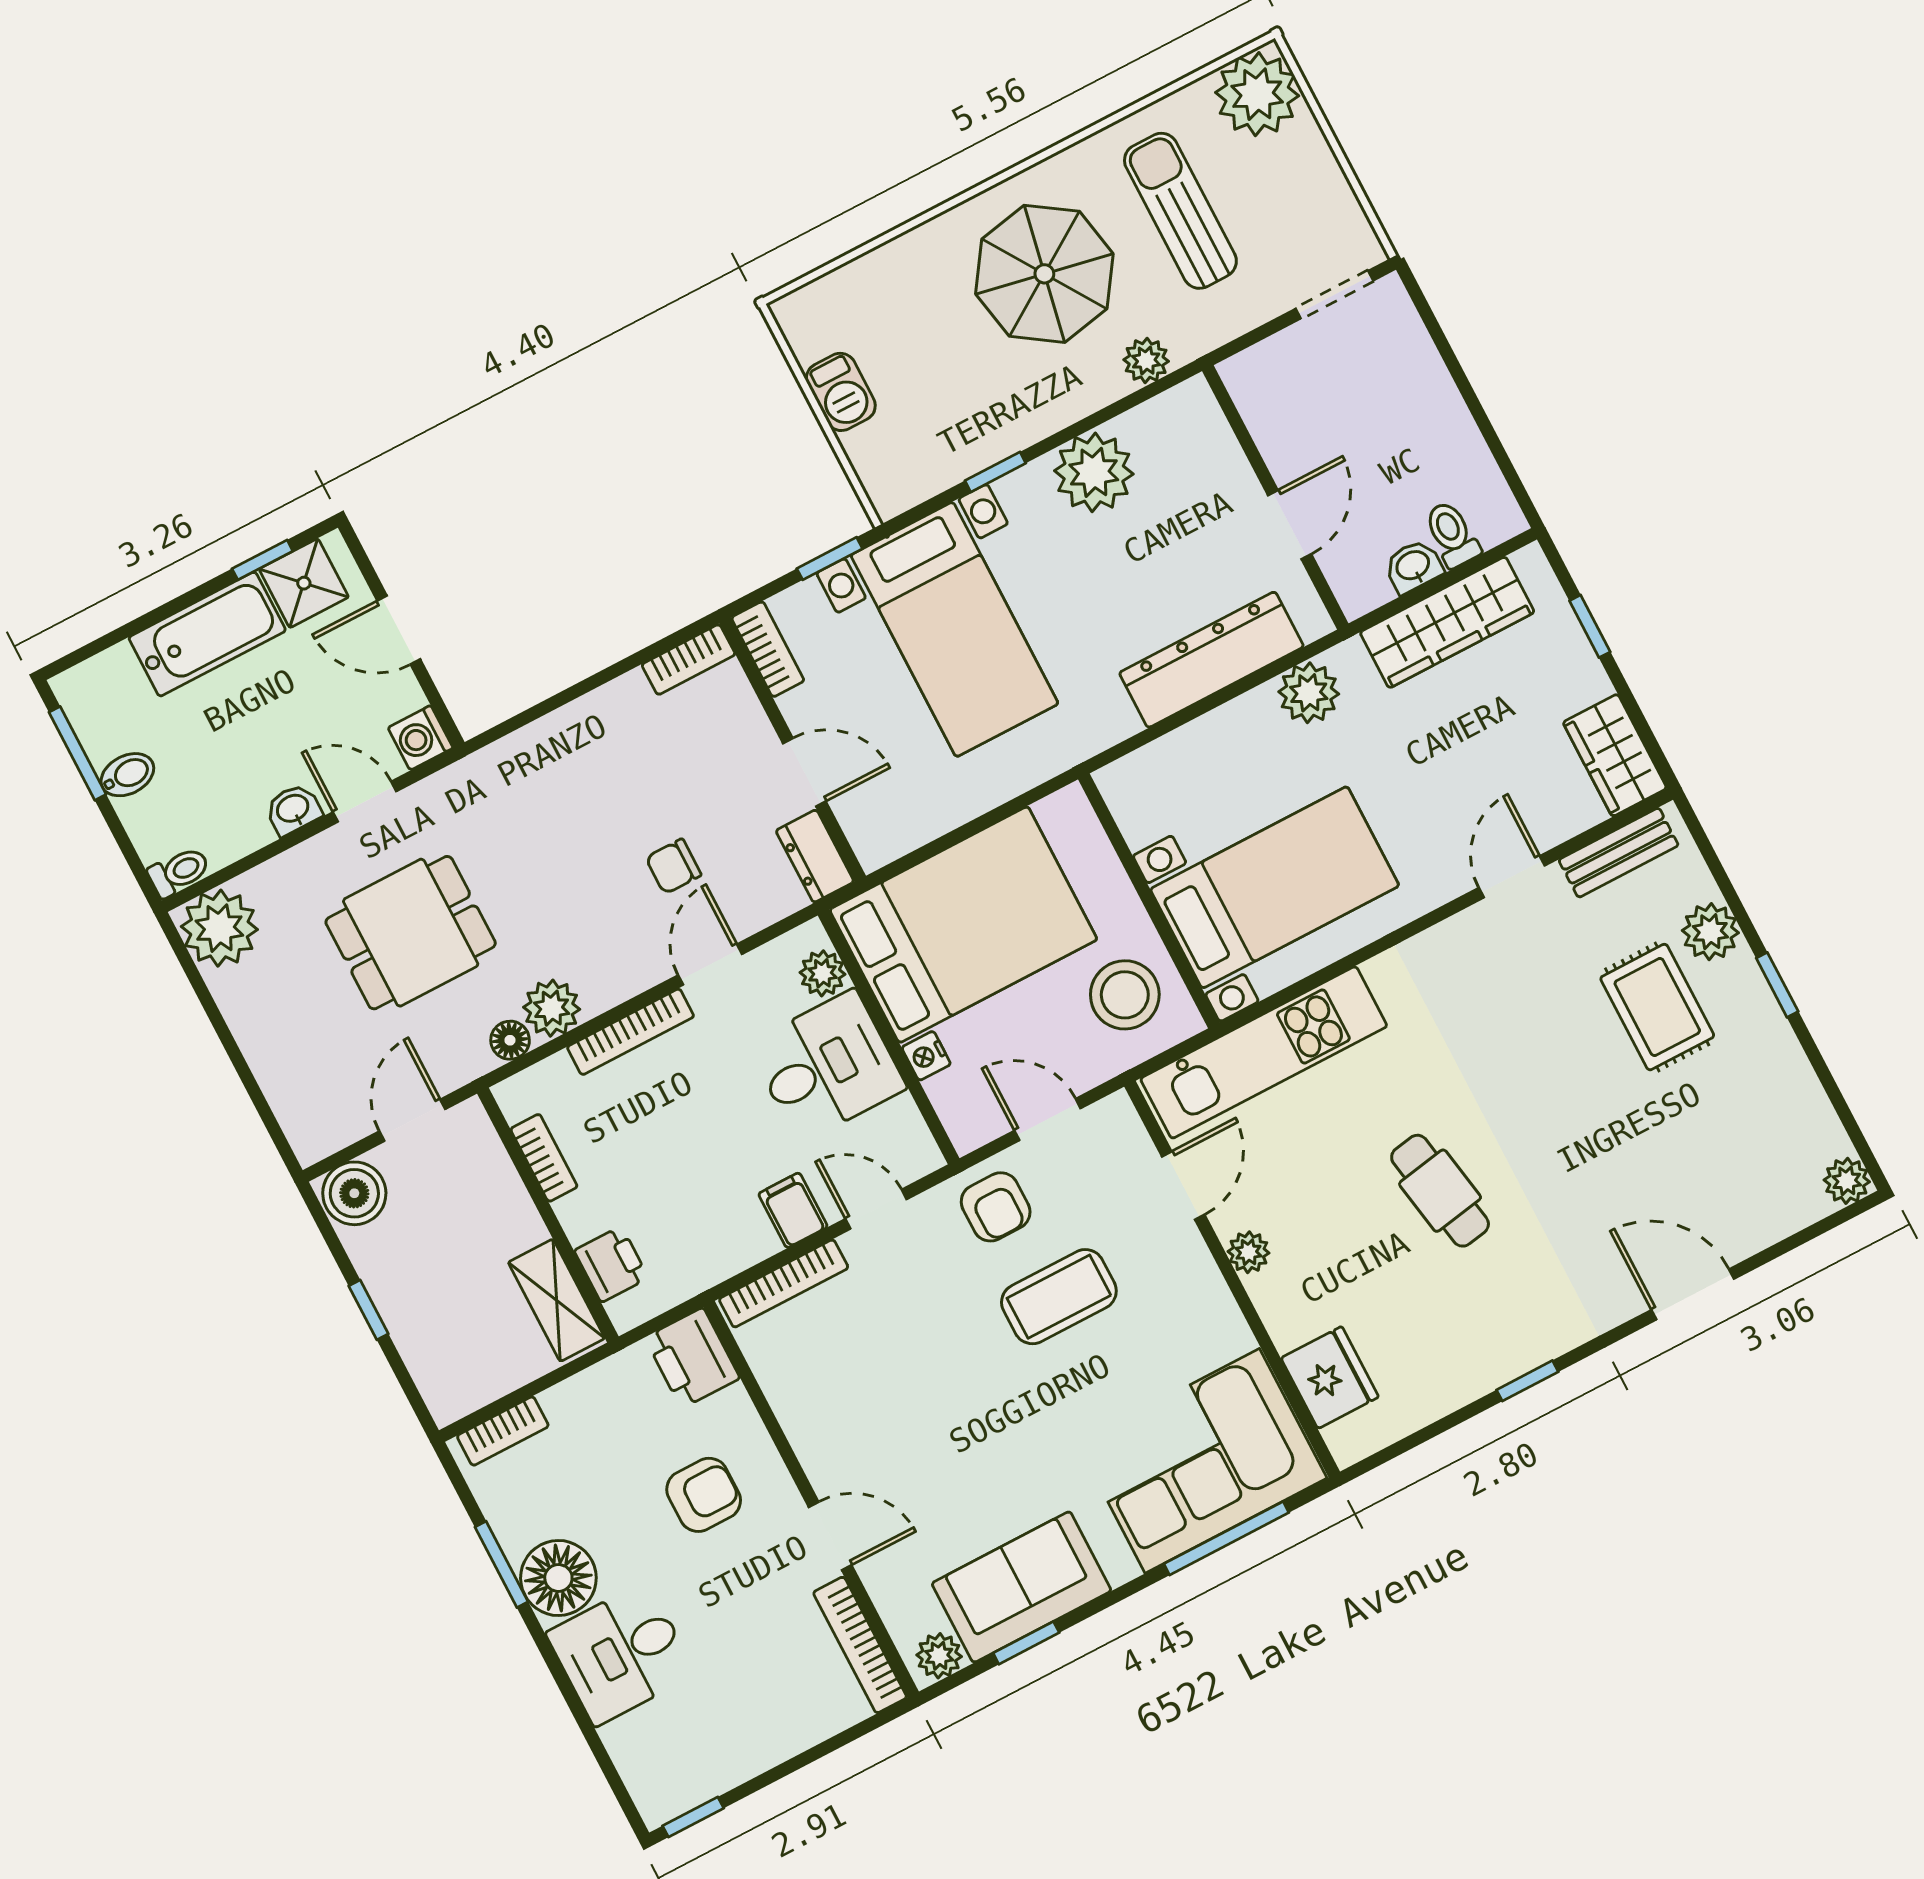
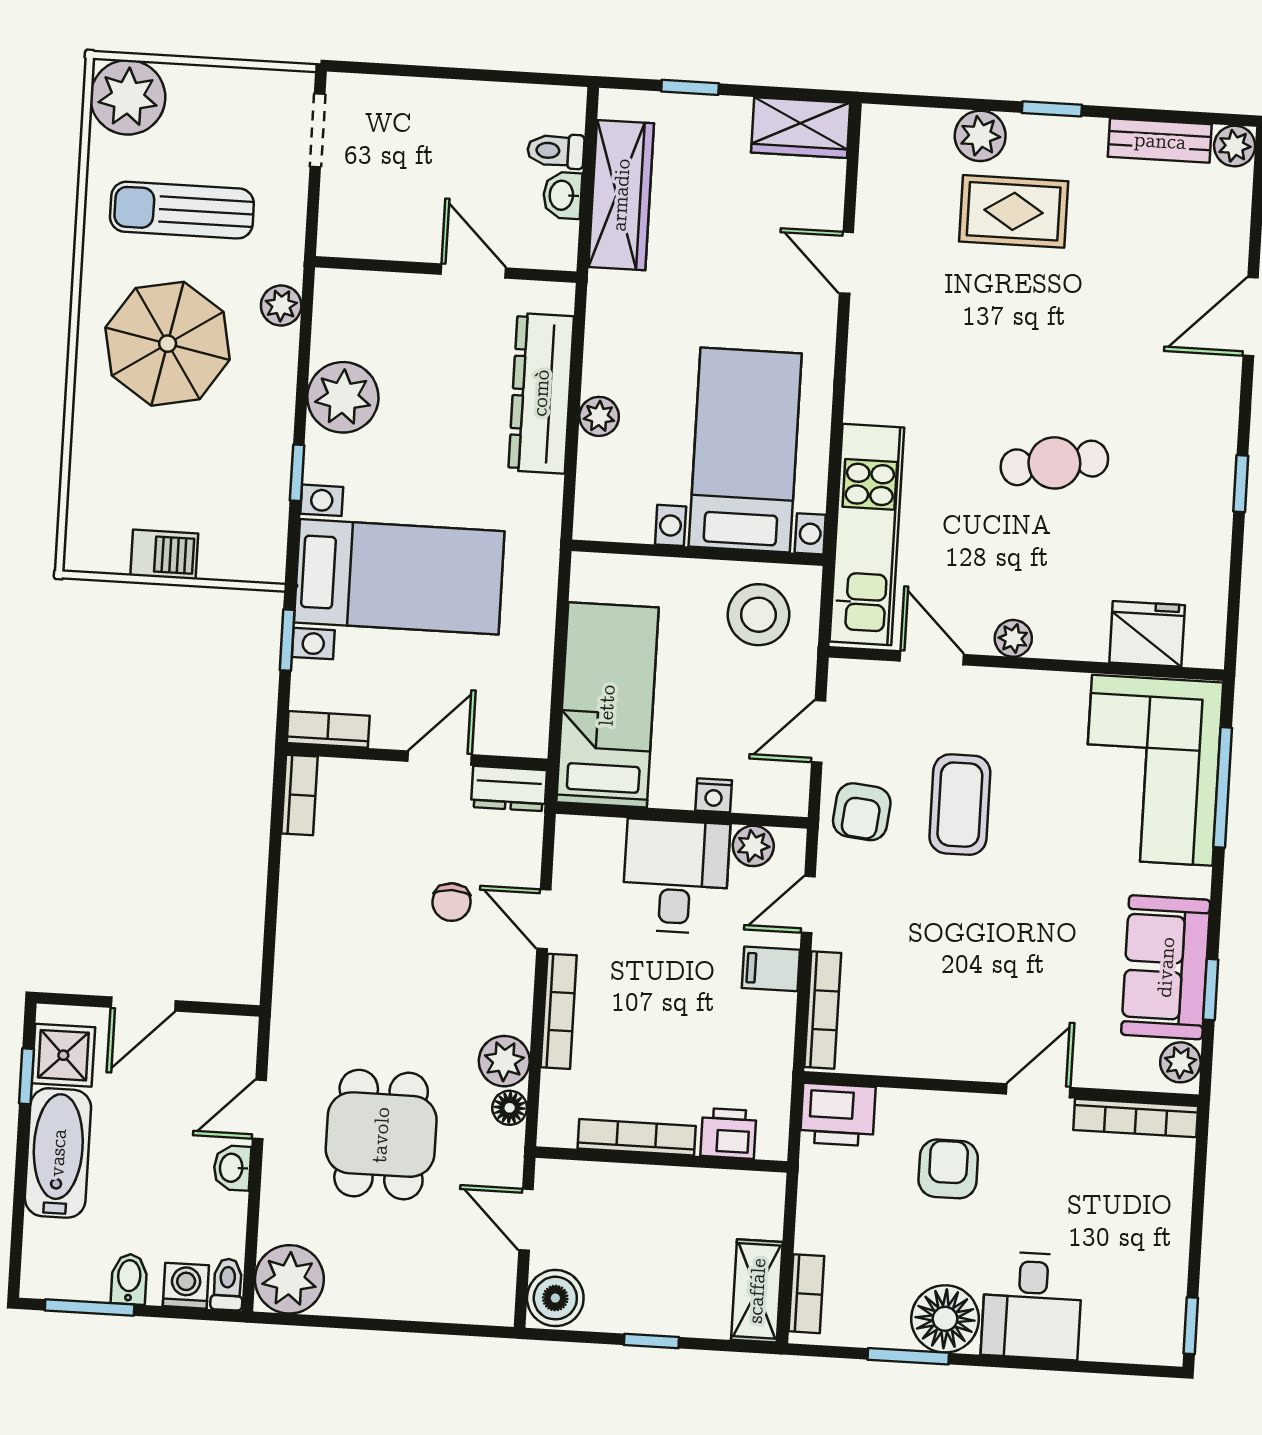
plant: (1309, 693) -> (599, 416), moved, width x0.73, depth x0.73
washing machine: (420, 738) -> (186, 1286), moved, turned 180
bench: (1619, 853) -> (1160, 141), moved, turned 90
bed: (963, 925) -> (607, 705), width x0.67
plant: (822, 973) -> (753, 846), moved
bookcase: (544, 1158) -> (637, 1137), width x1.56
armchair: (996, 1207) -> (862, 812), turned 96
shelving: (557, 1300) -> (757, 1291), moved, turned 90

